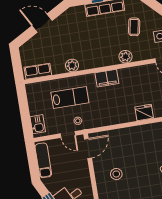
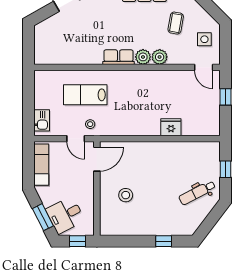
plant: (72, 65) -> (143, 57), moved
row of seats: (38, 71) -> (119, 57), moved
filing cabinet: (107, 78) -> (133, 79), removed
lab bench: (70, 98) -> (85, 95), turned 180

